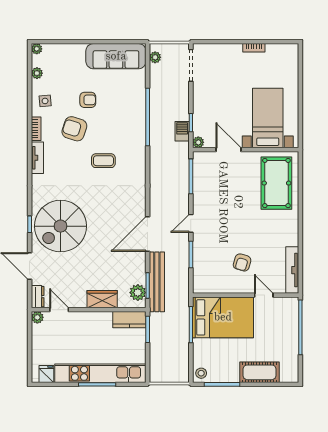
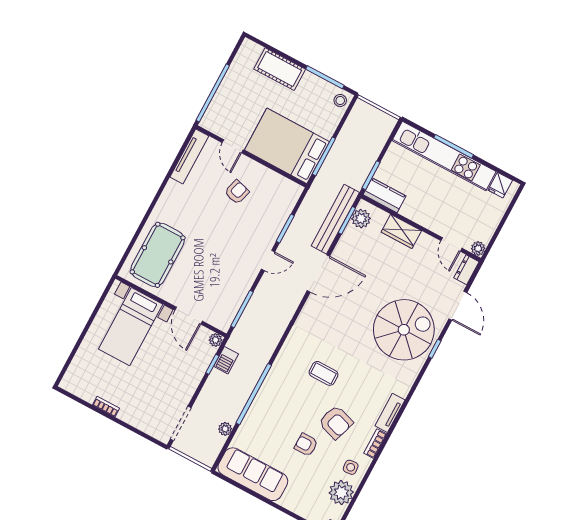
plant: (155, 57) -> (225, 429), moved
plant: (37, 73) -> (341, 493), width x1.88, depth x1.88

